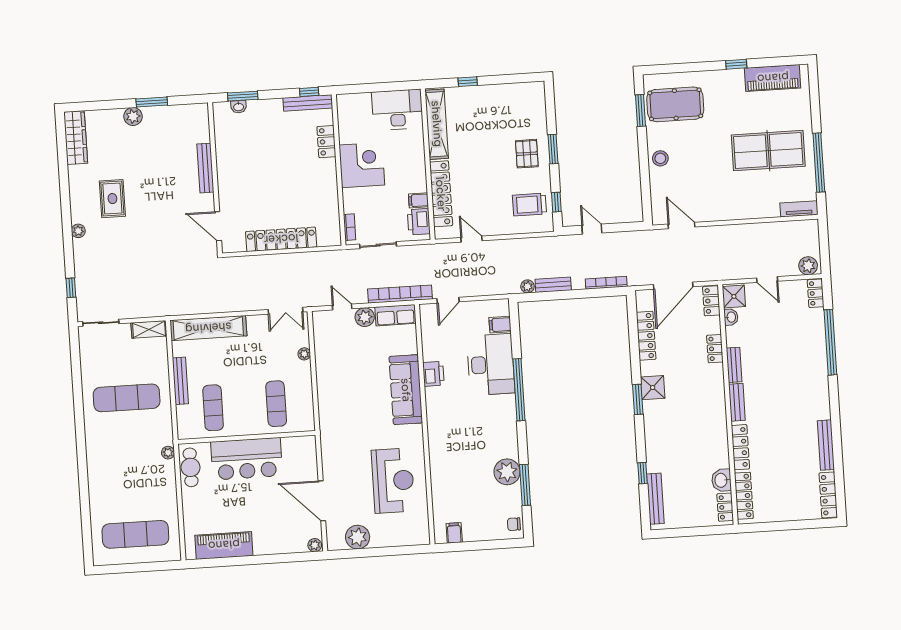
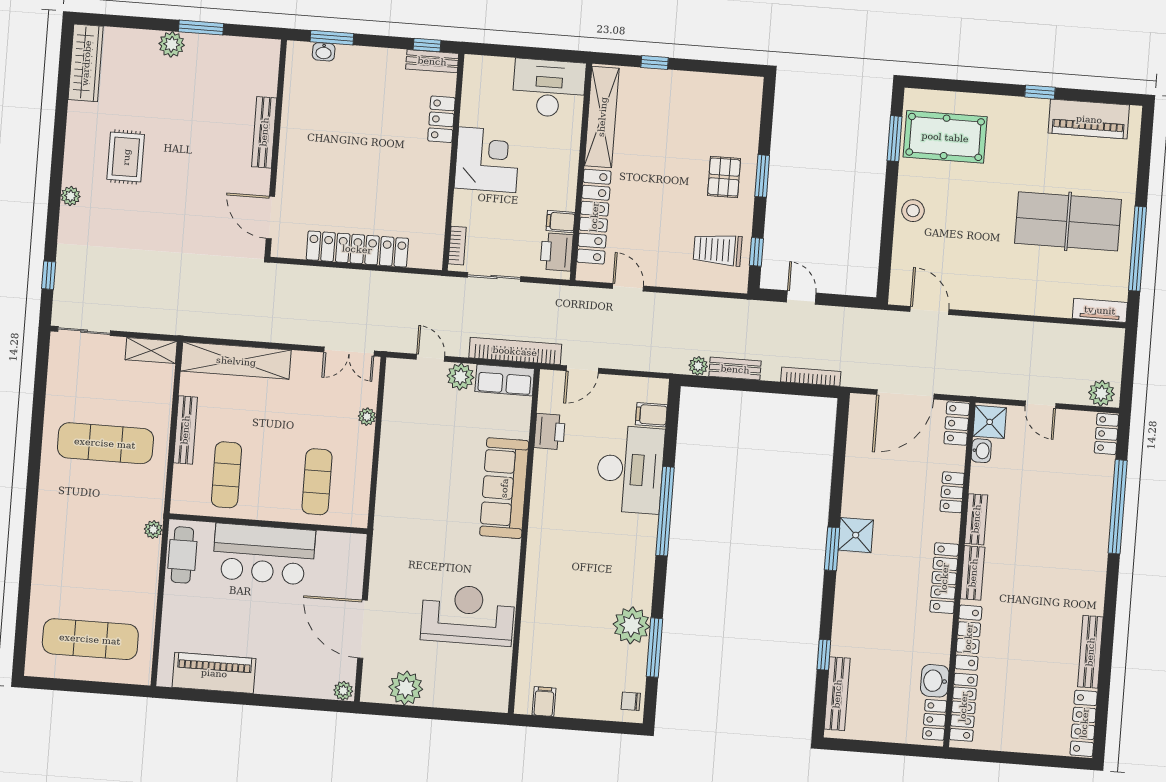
bench: (308, 103) -> (432, 61), width x0.73
locker: (646, 336) -> (944, 578), moved, turned 180
printer: (433, 374) -> (550, 431), moved
reception desk: (393, 481) -> (468, 615), turned -90

